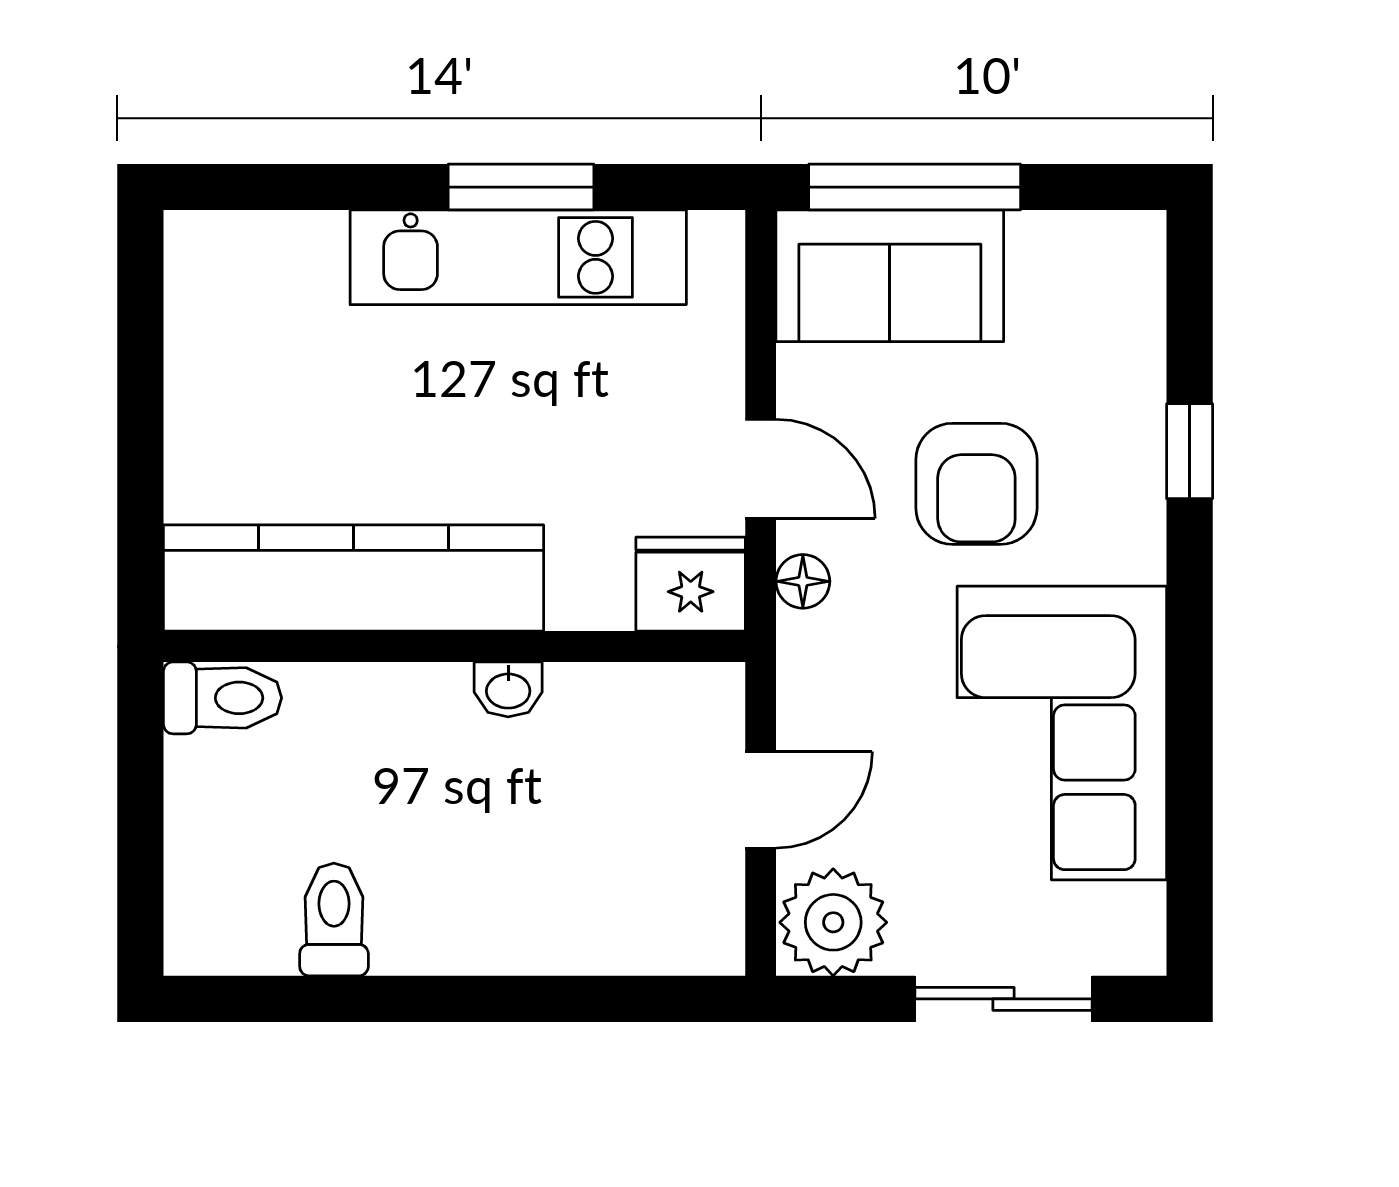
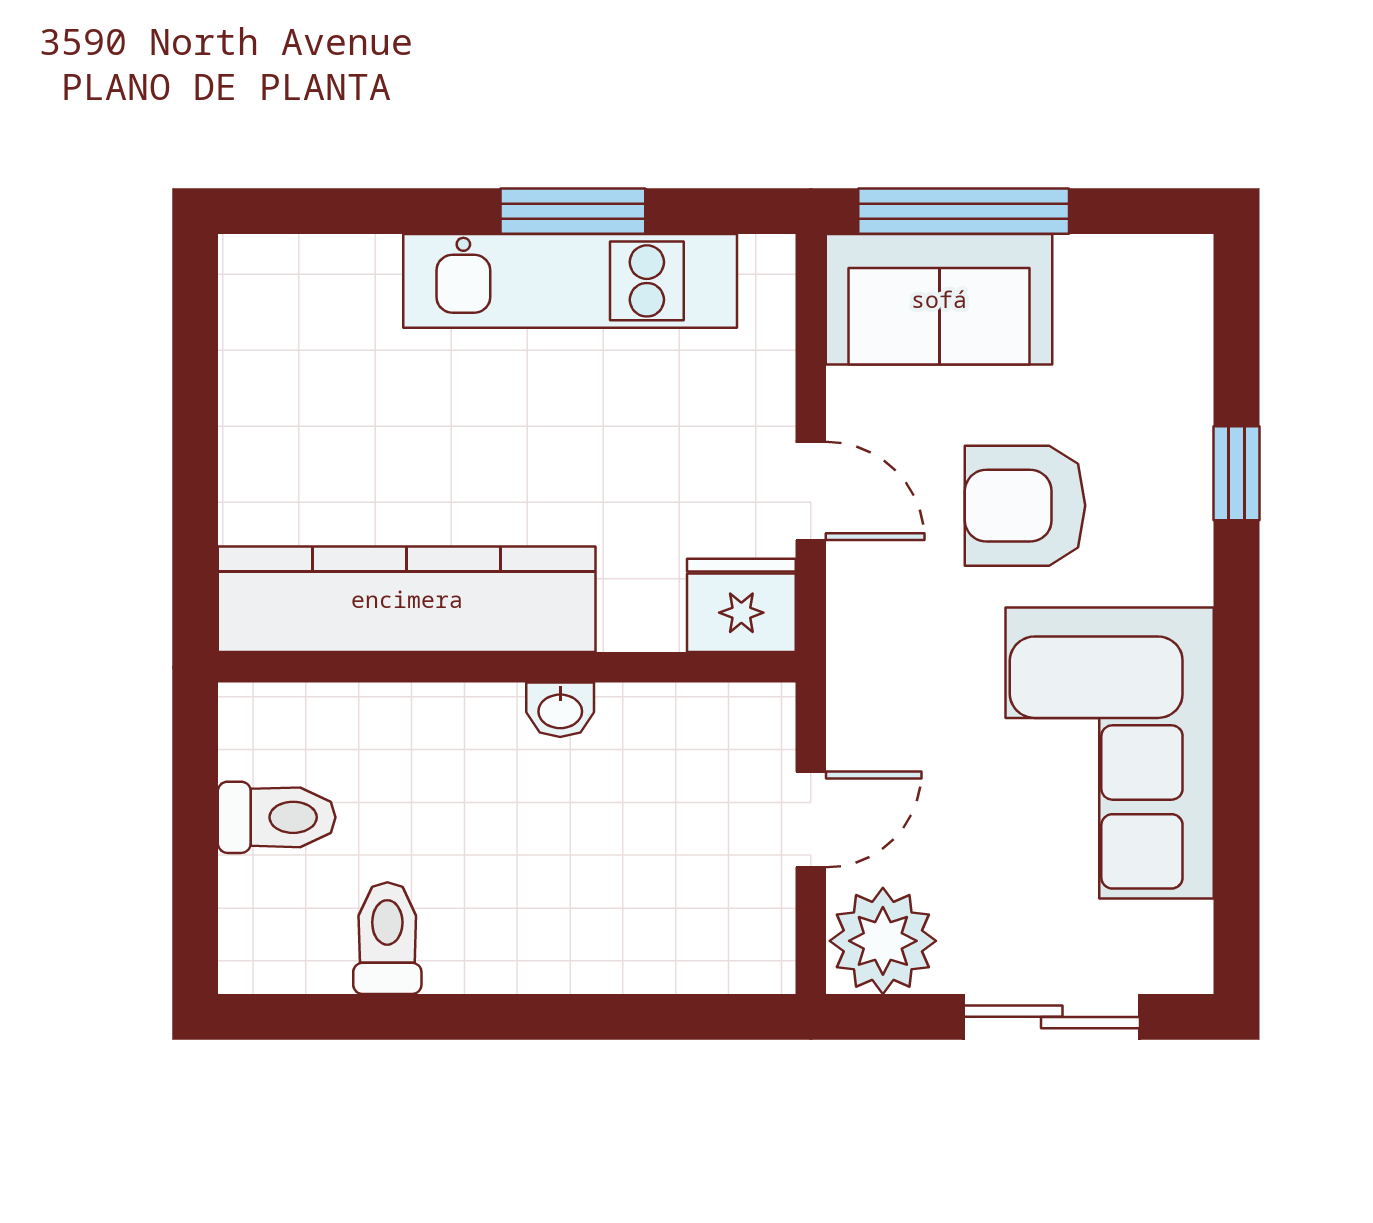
armchair: (976, 484) -> (1025, 506), turned 90
floor lamp: (803, 581) -> (853, 603), removed
toilet: (222, 698) -> (277, 817), moved

